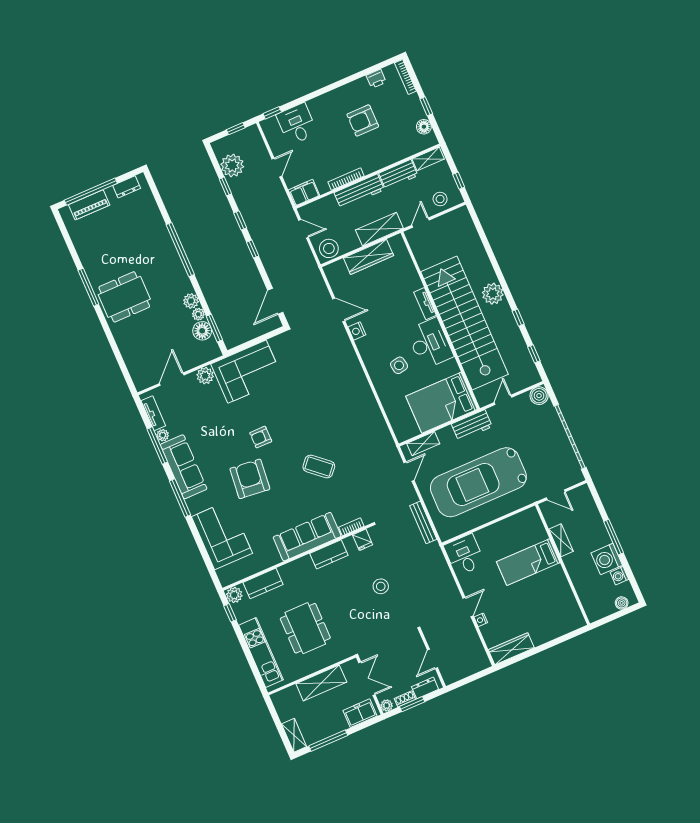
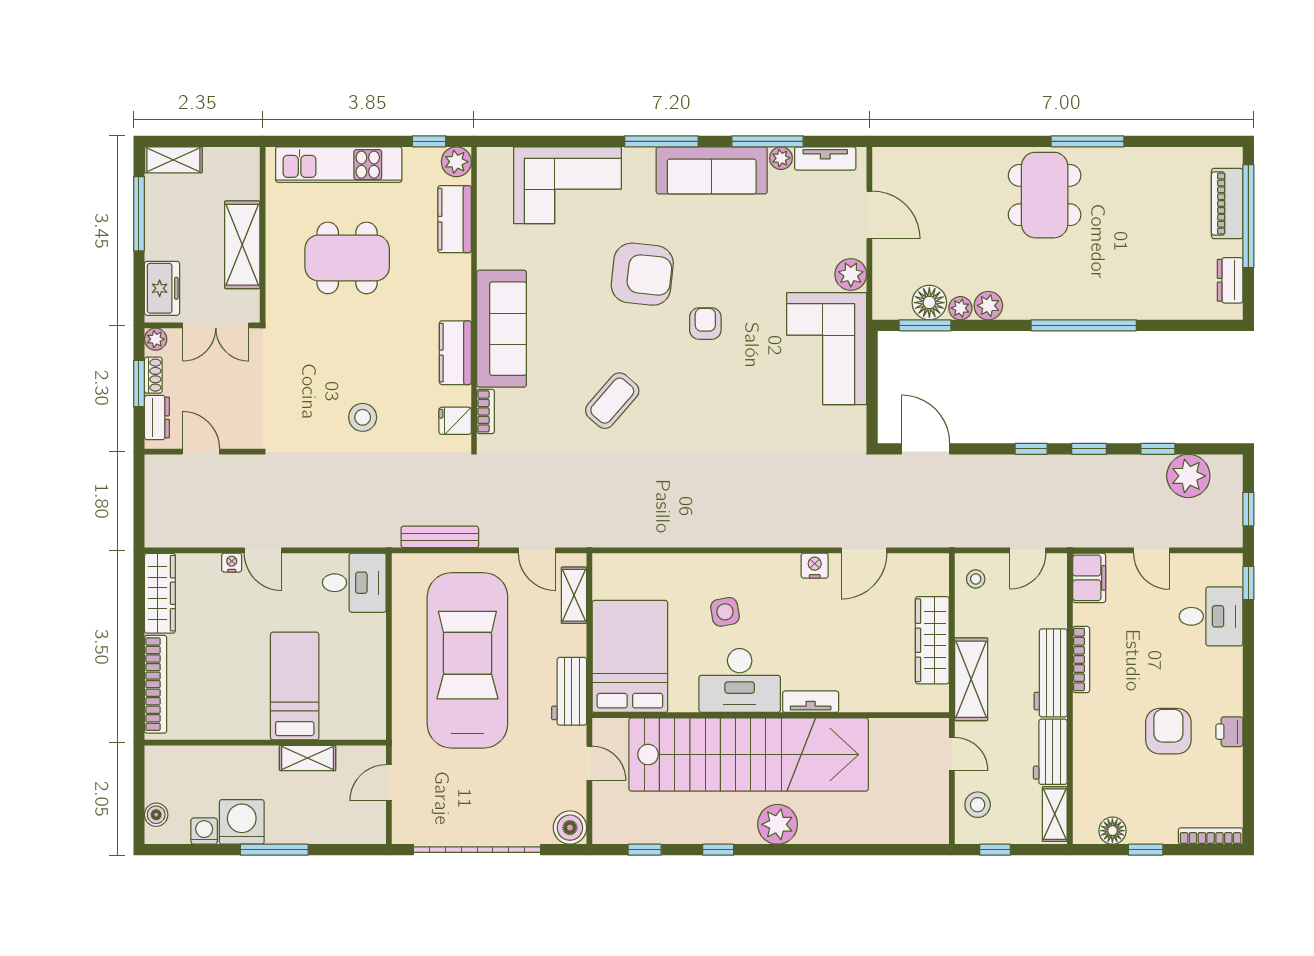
printer: (376, 79) -> (1229, 732), moved
stool: (329, 248) -> (976, 579), width x0.53, depth x0.53
bookcase: (557, 631) -> (156, 684), added

